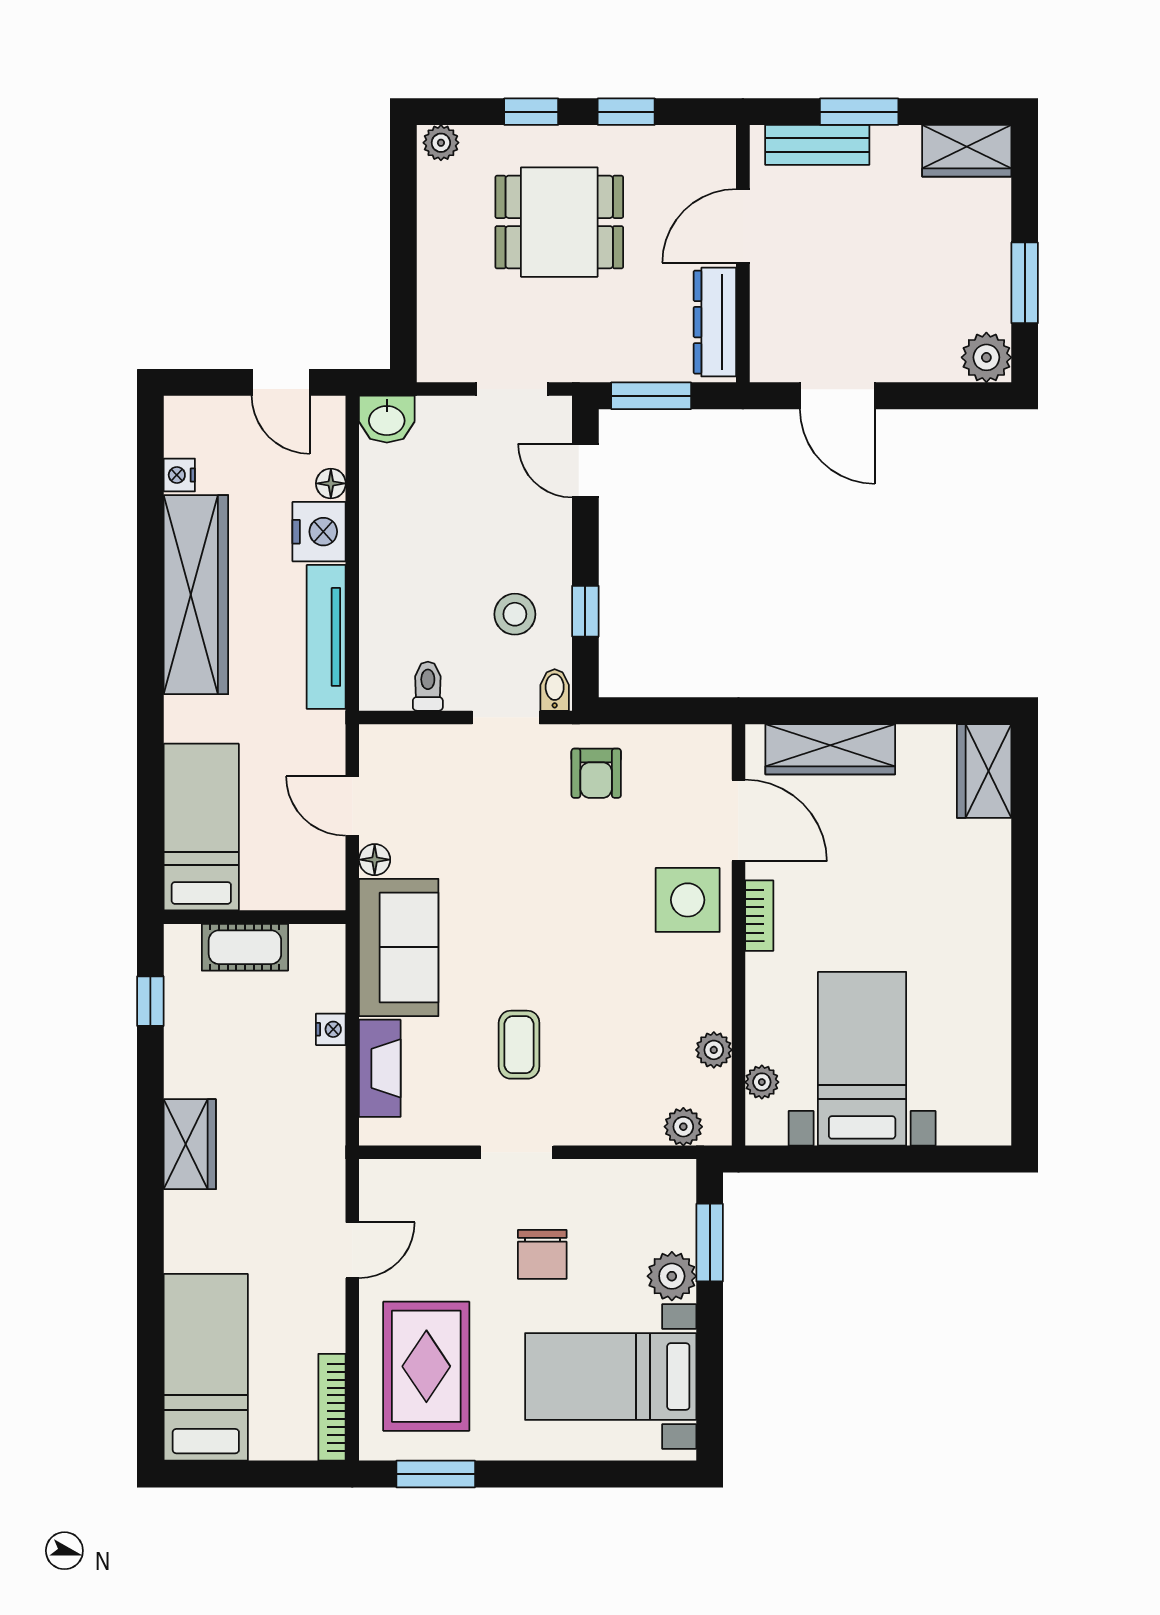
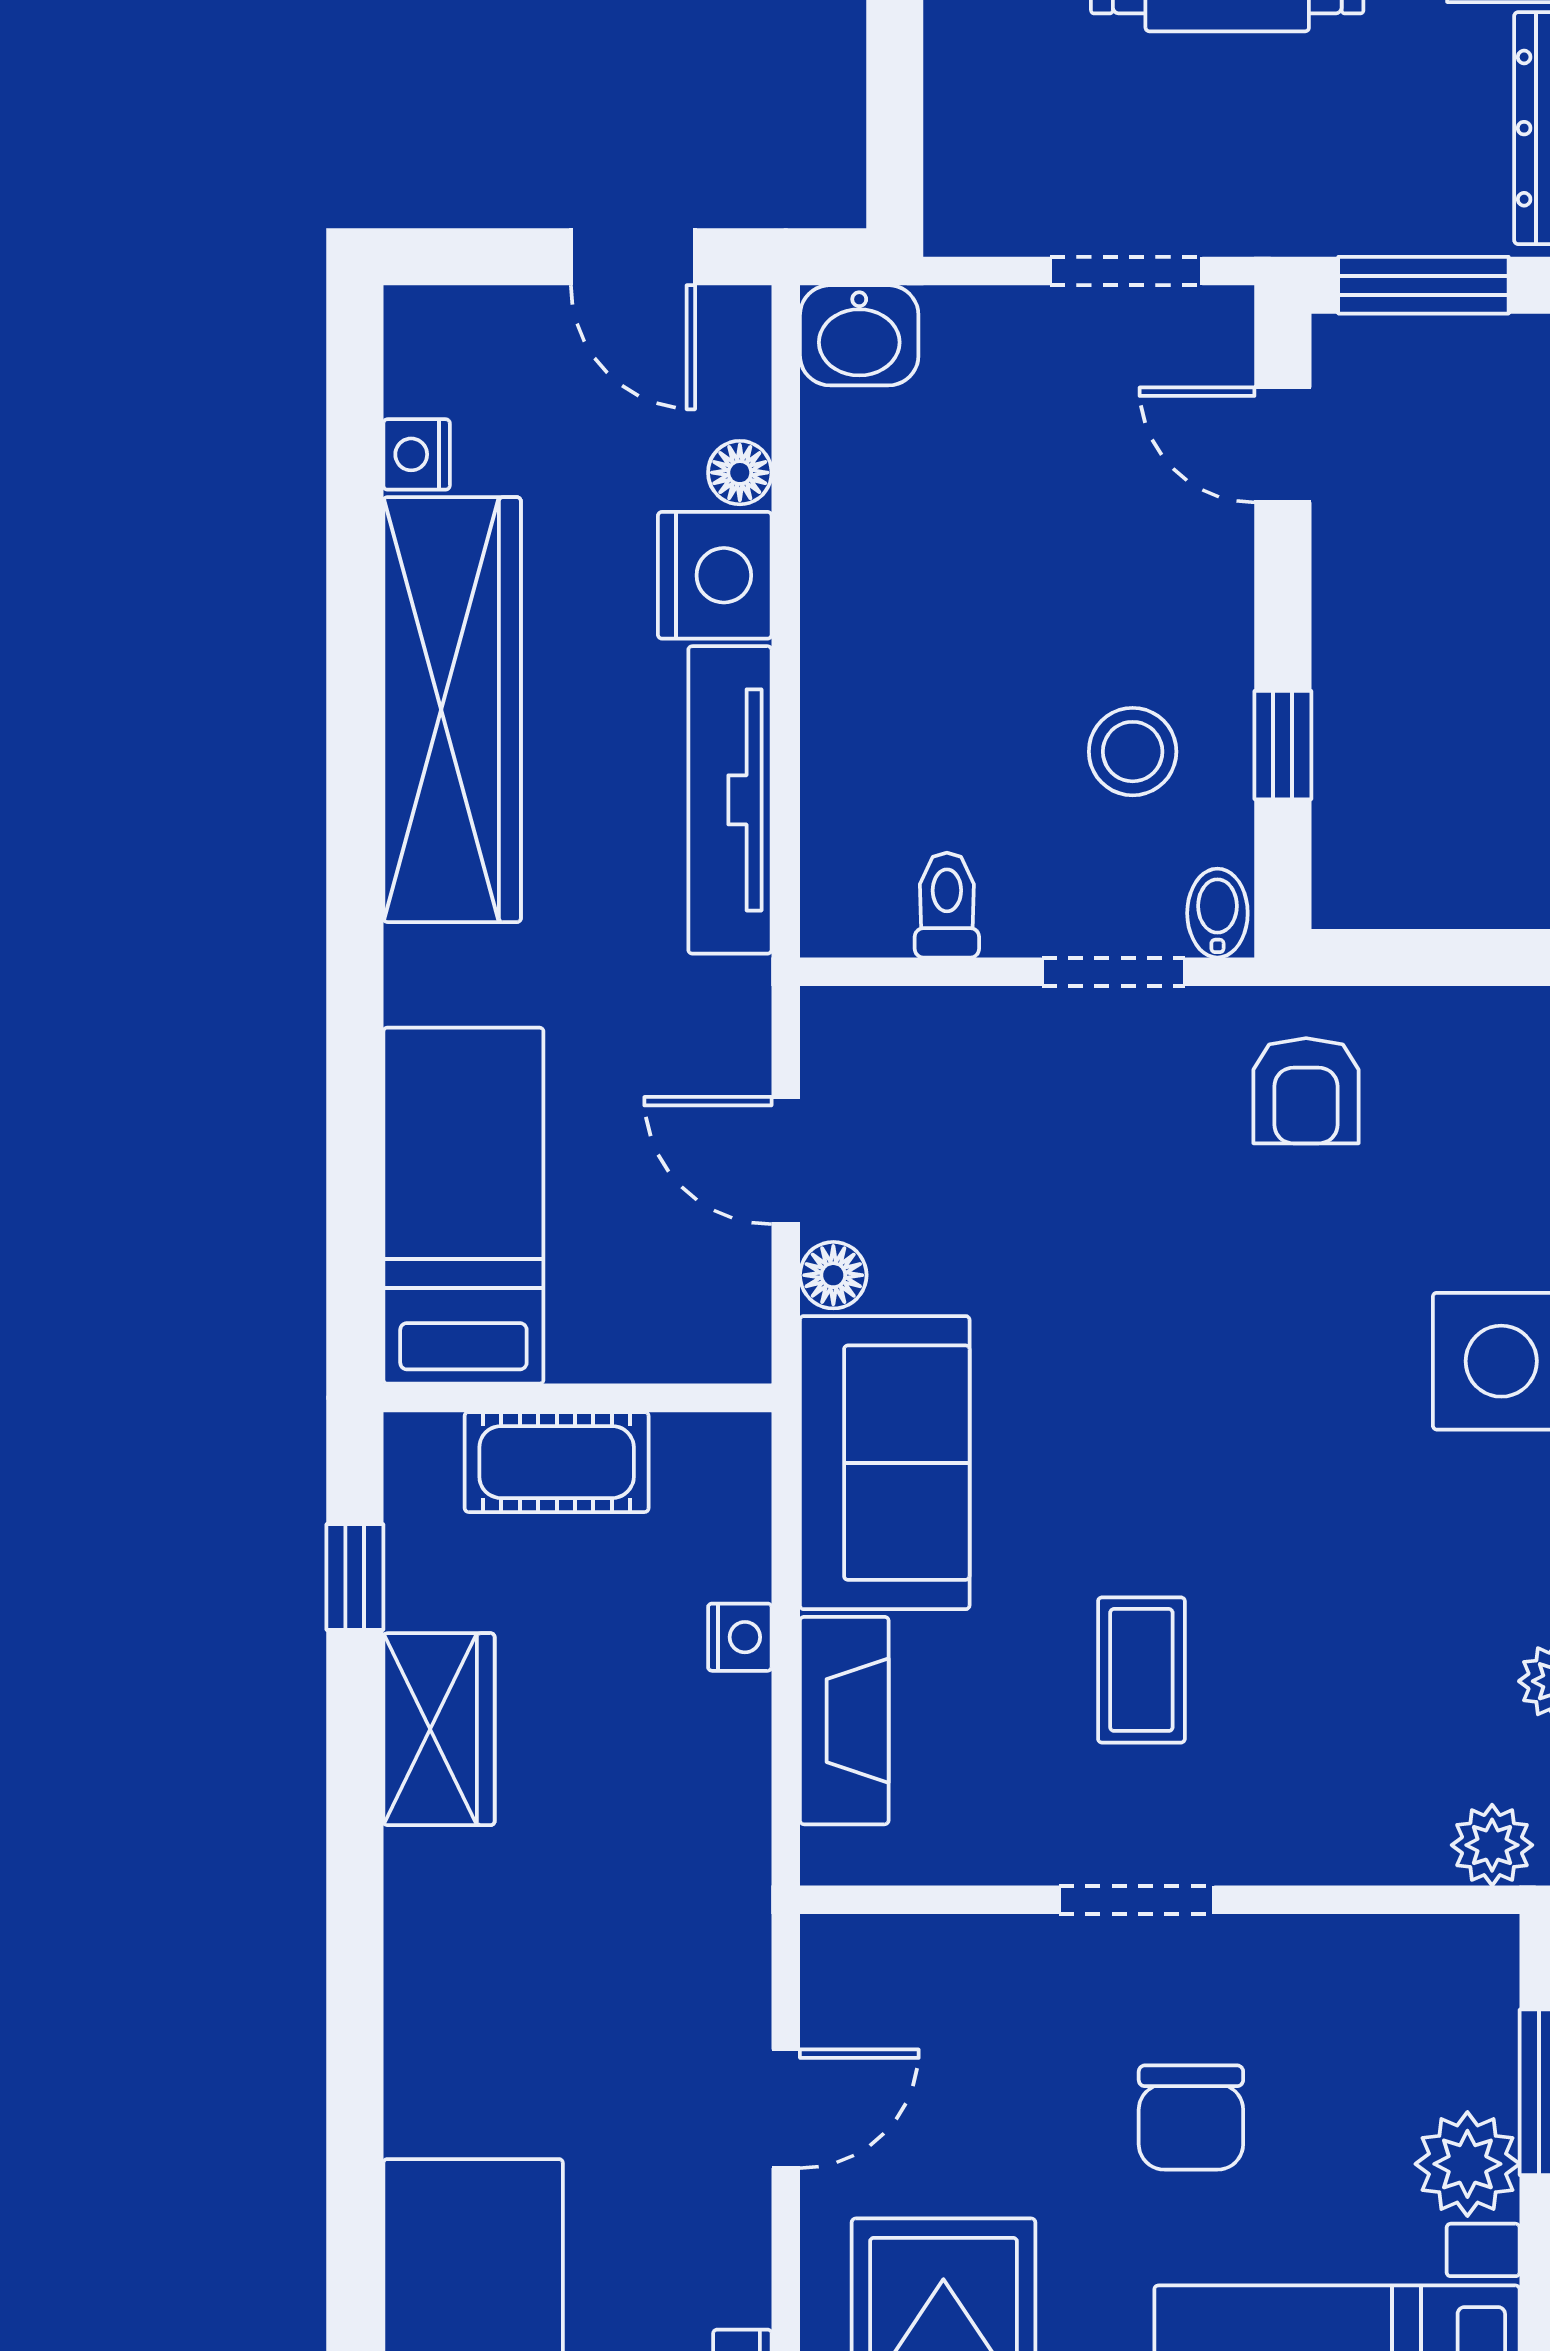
wardrobe: (190, 1144) -> (439, 1729), moved

